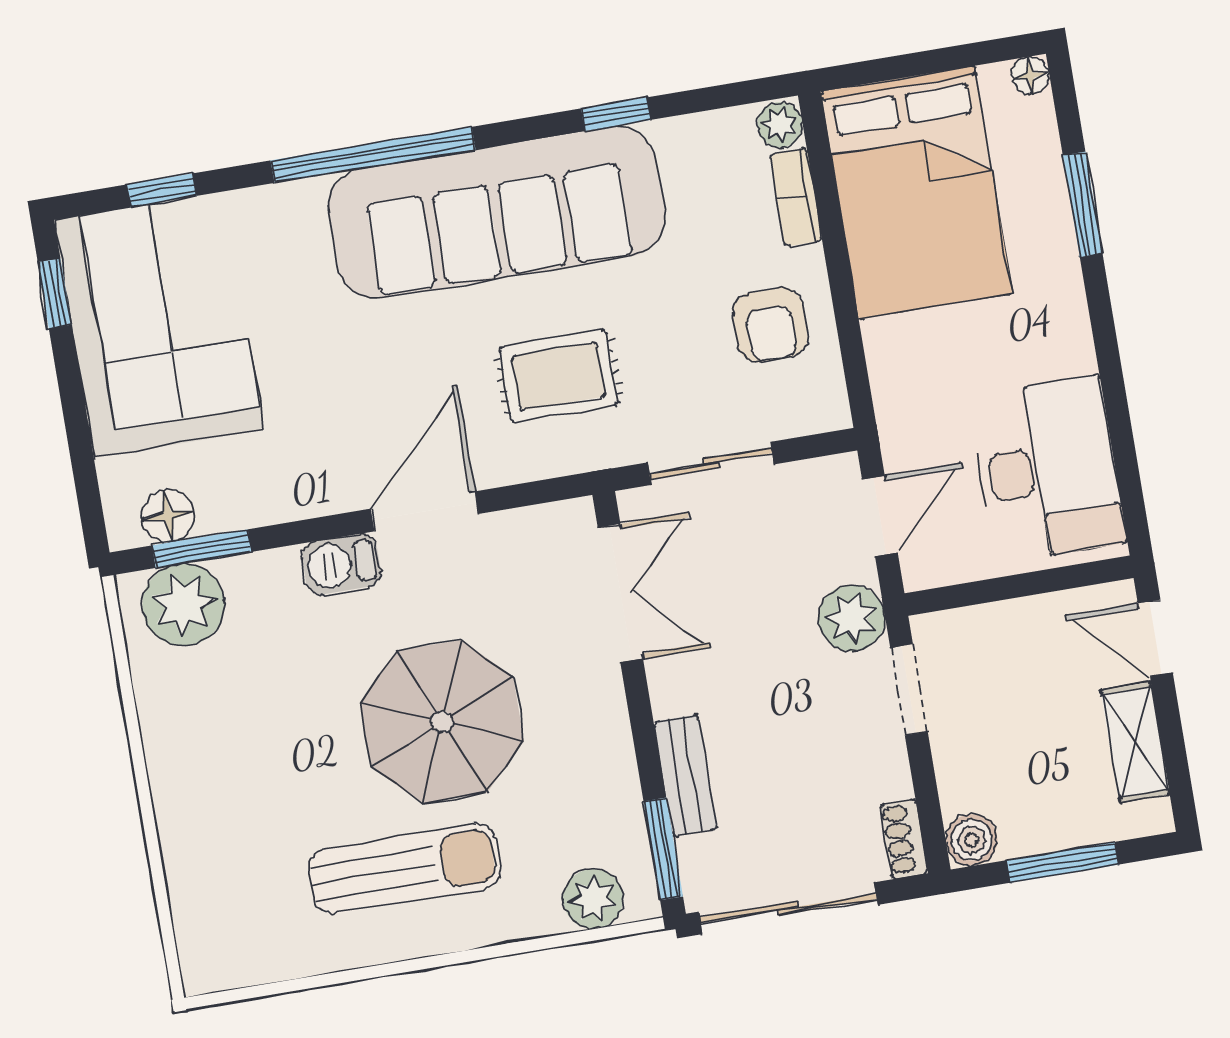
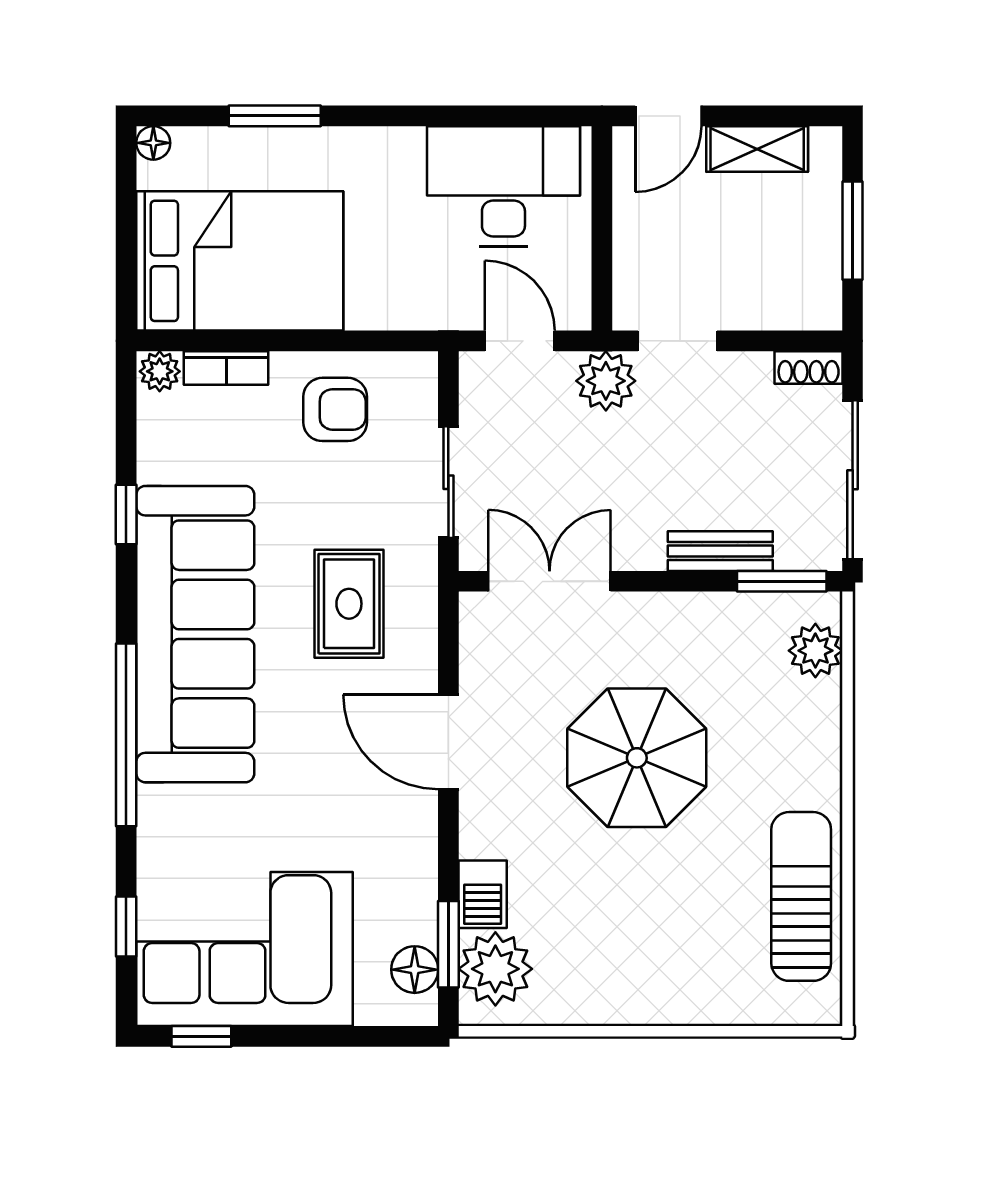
barbecue: (341, 564) -> (483, 894), moved
boiler: (972, 840) -> (819, 308), removed
sun lounger: (405, 869) -> (801, 896), moved

